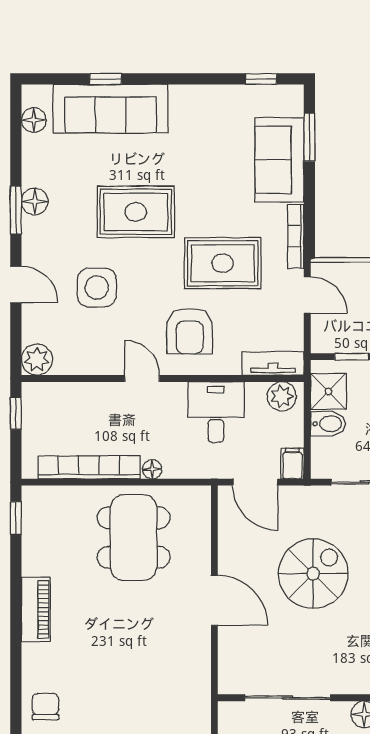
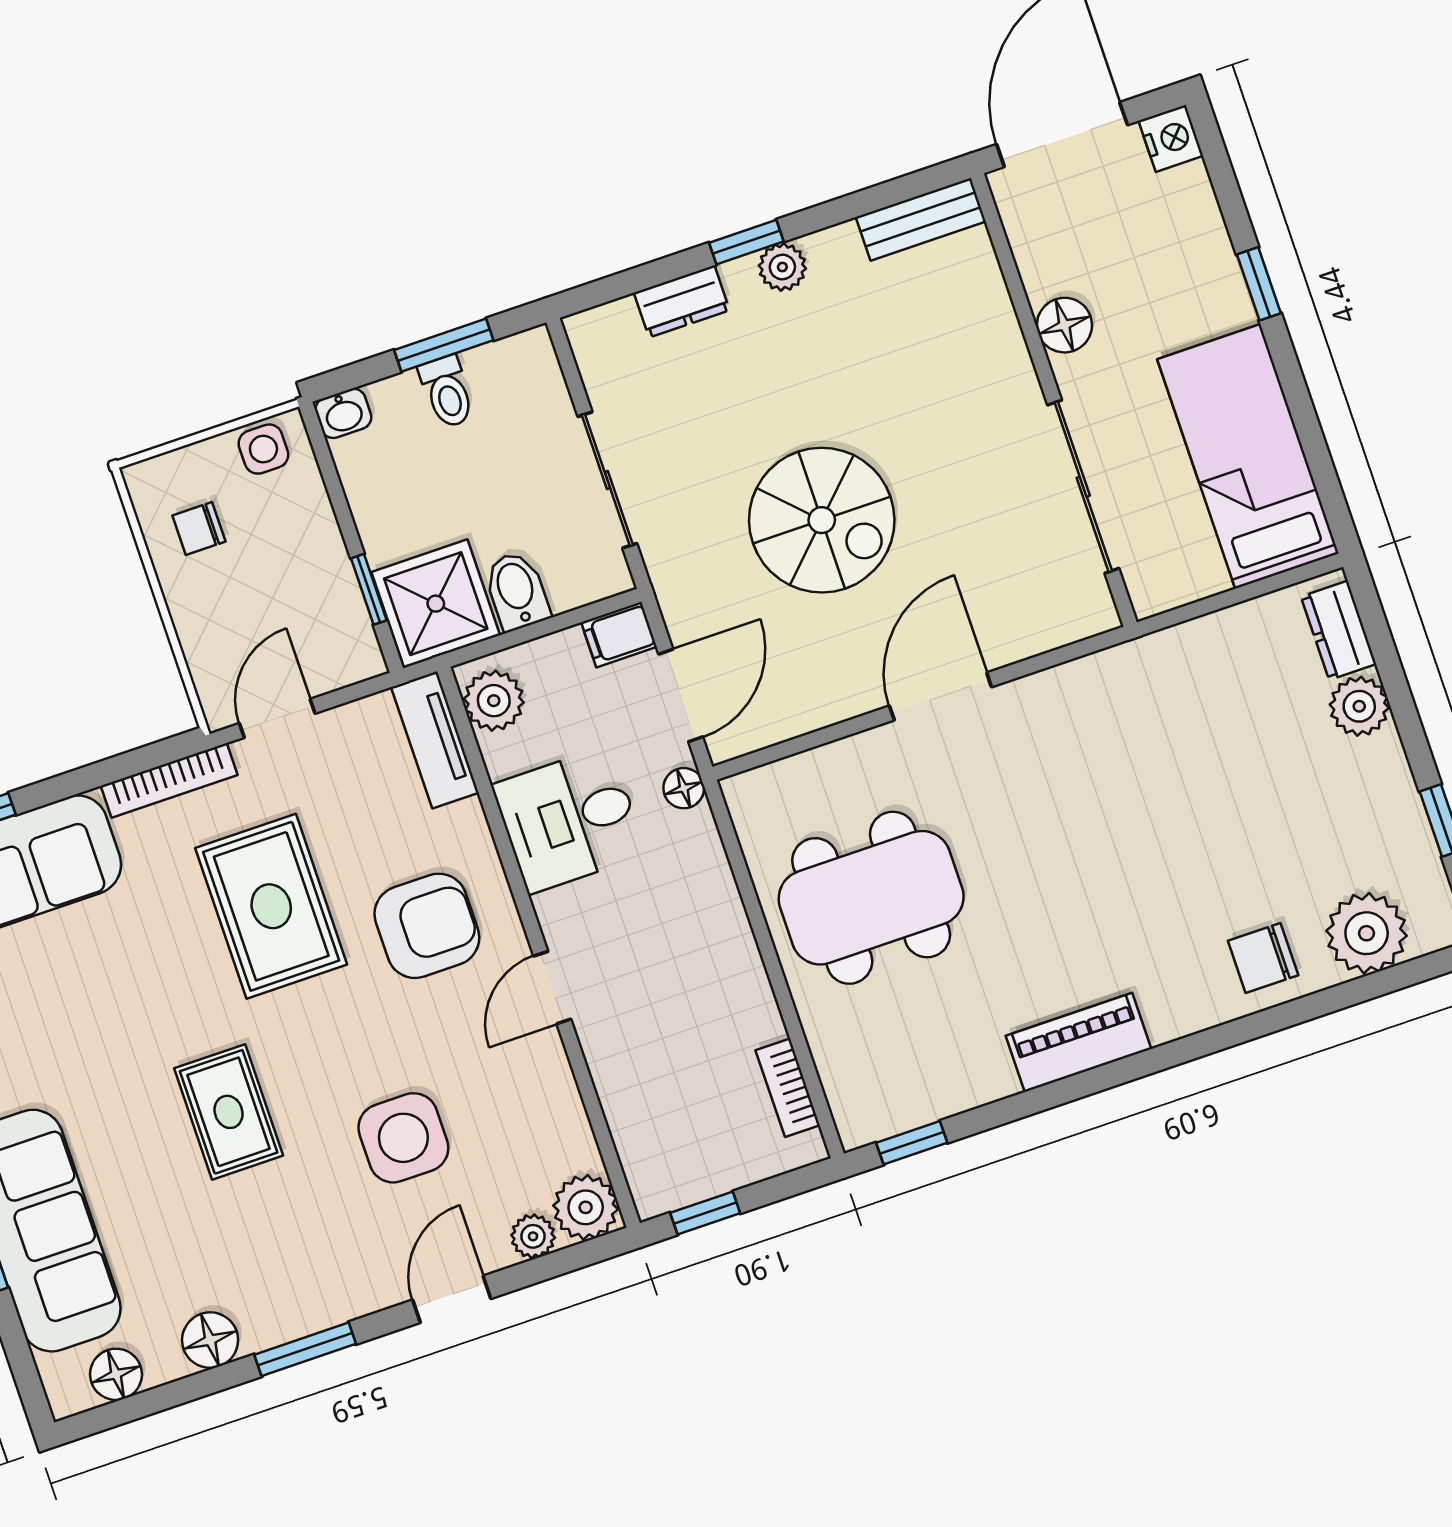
floor lamp: (35, 202) -> (210, 1340), moved
rug: (136, 212) -> (229, 1112), width x0.73, depth x0.70
plant: (32, 331) -> (533, 1236), added
shower: (328, 391) -> (436, 604), width x1.36, depth x1.36
bookcase: (89, 467) -> (788, 1088), width x0.43, depth x0.76
floor lamp: (152, 469) -> (684, 788), moved
spiral stairs: (313, 574) -> (822, 520), turned 180

